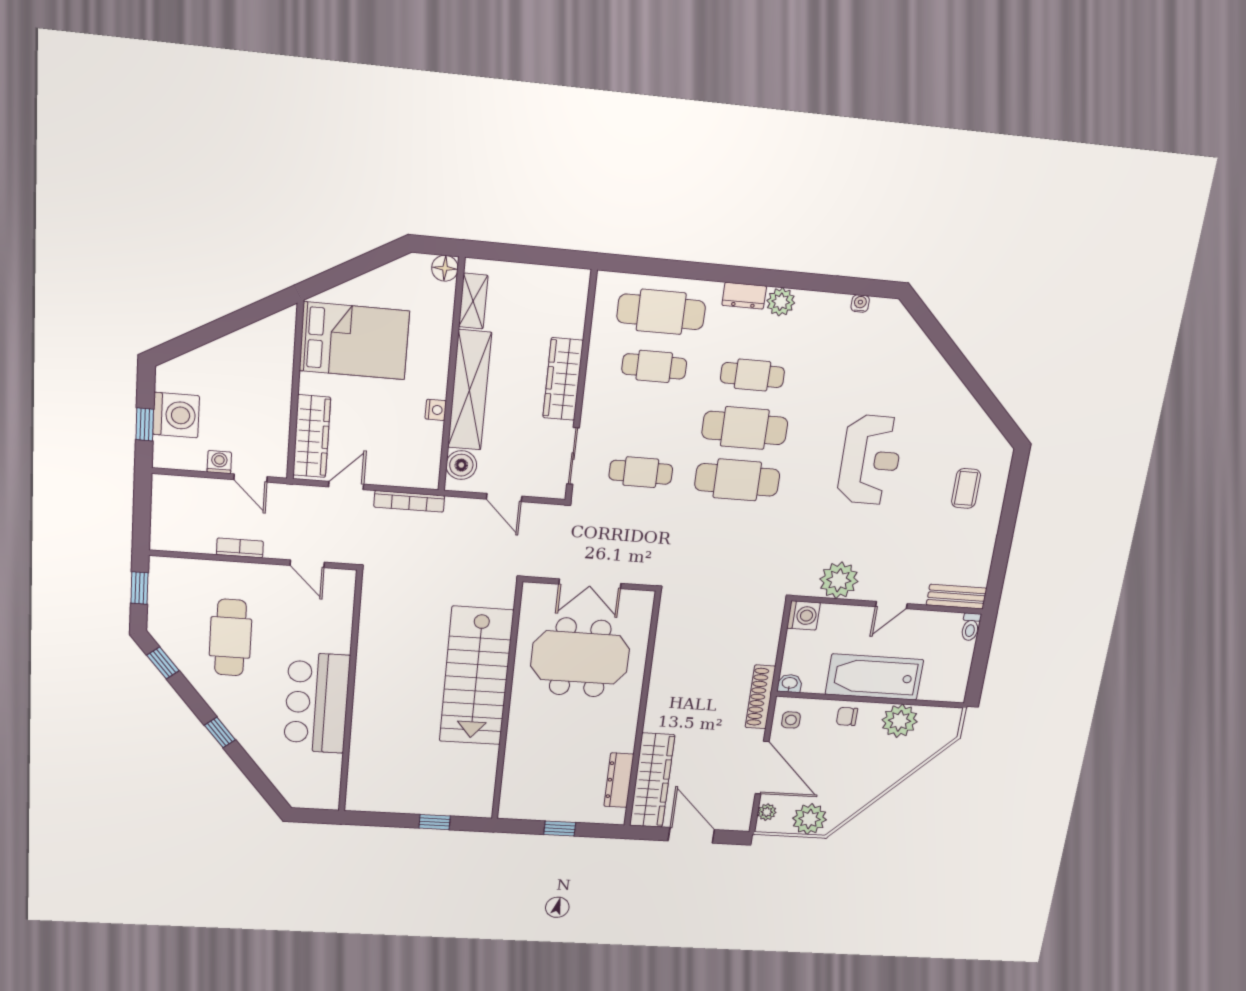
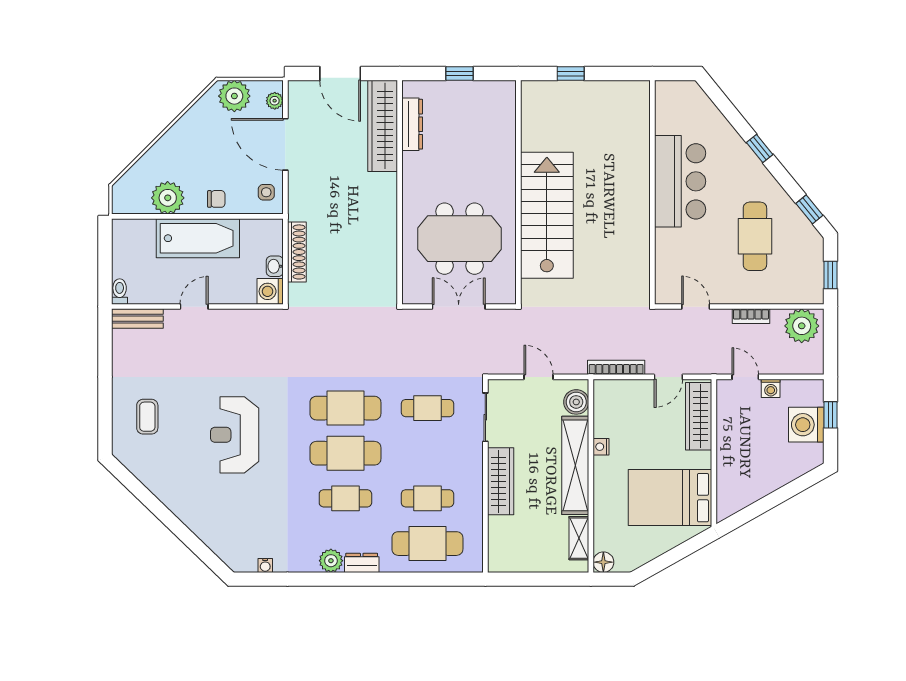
plant: (839, 580) -> (802, 326), moved
washbasin: (790, 683) -> (275, 266), moved, turned 90
shoe rack: (760, 697) -> (297, 252), moved

